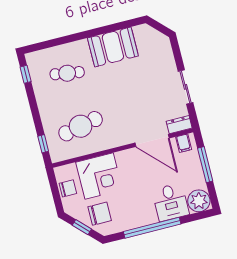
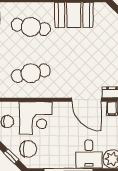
cafe table: (67, 73) -> (31, 27), width x1.37, depth x1.35

